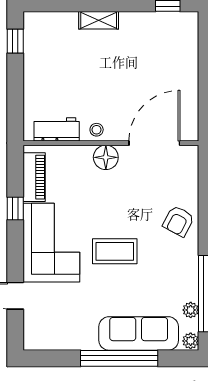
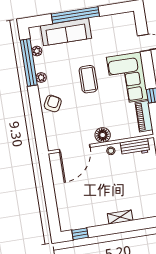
coffee table: (115, 251) -> (88, 79), turned 90
plant: (191, 341) -> (41, 77), moved

